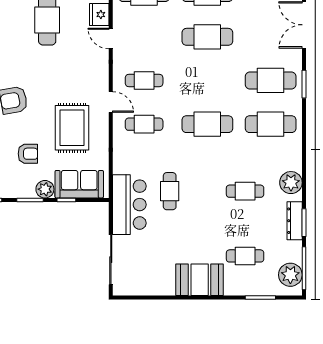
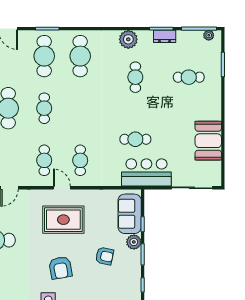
door: (111, 102) -> (62, 188), hinge flipped
cafe table: (207, 124) -> (44, 108), moved, width x0.73, depth x0.74
rug: (72, 128) -> (63, 220), moved
armchair: (28, 154) -> (105, 256), turned 102
dresser: (295, 221) -> (165, 36), width x0.70
cafe table: (245, 256) -> (189, 77), turned 90
plant: (290, 275) -> (209, 35), width x0.53, depth x0.53
booth: (200, 280) -> (208, 141), moved

